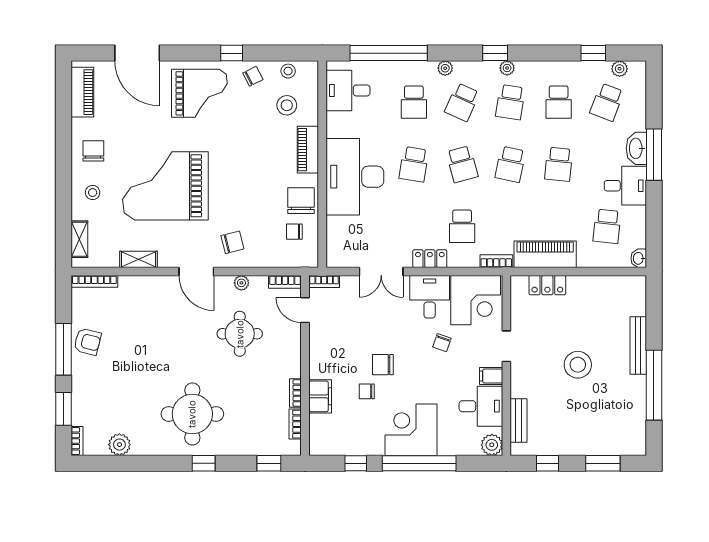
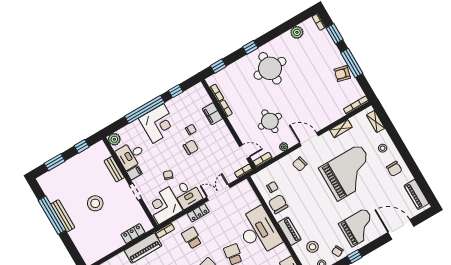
grand piano: (199, 93) -> (359, 228), turned 180
chair: (301, 201) -> (278, 204), turned 180
bench: (638, 345) -> (63, 216), moved
bench: (519, 420) -> (114, 169), moved

